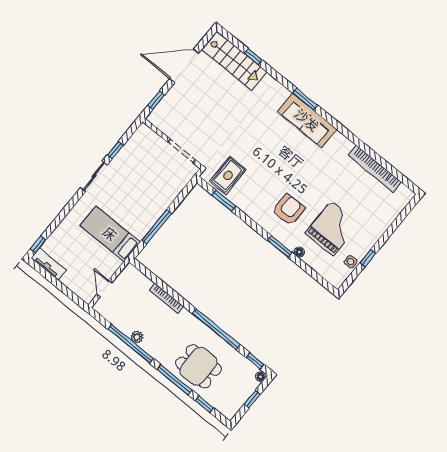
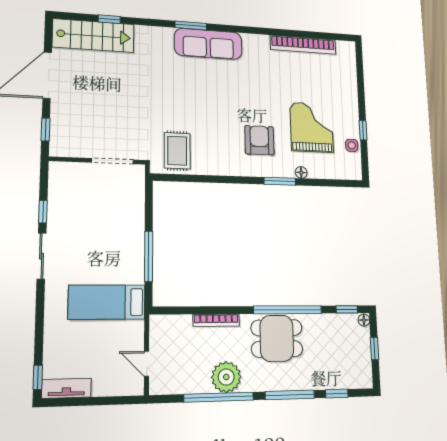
window: (224, 201) -> (193, 178), removed
plant: (137, 337) -> (226, 377), width x1.88, depth x1.88
dining table: (198, 366) -> (277, 338), moved

